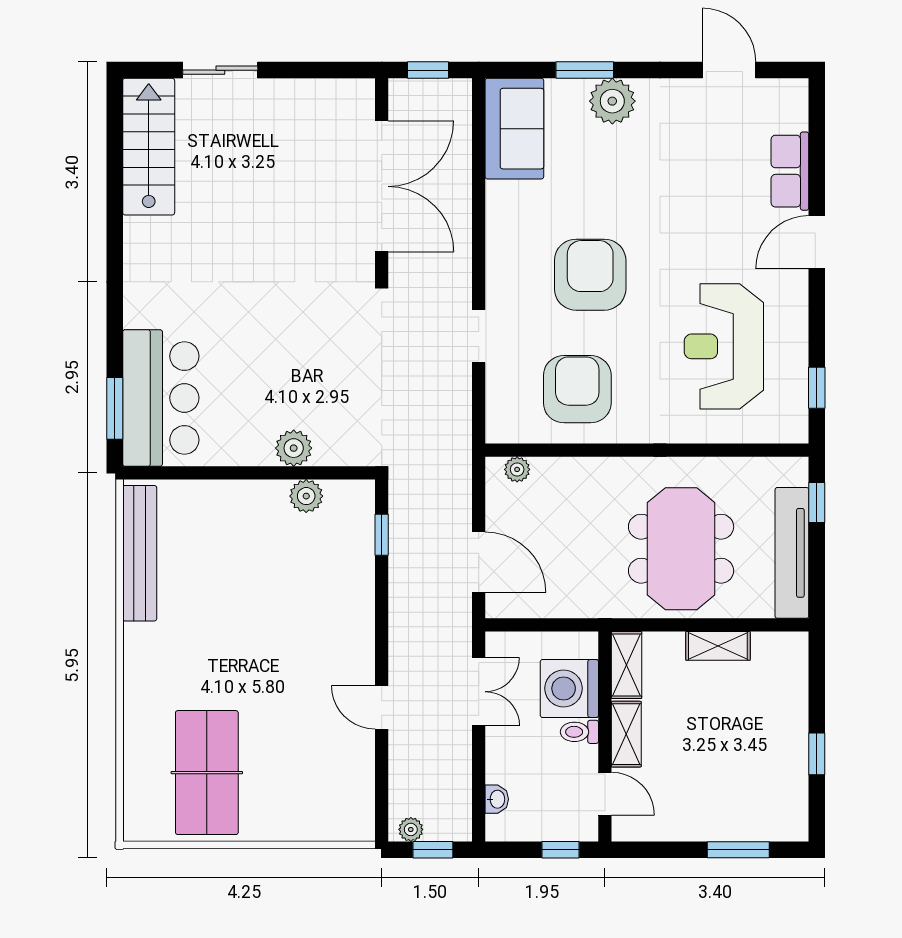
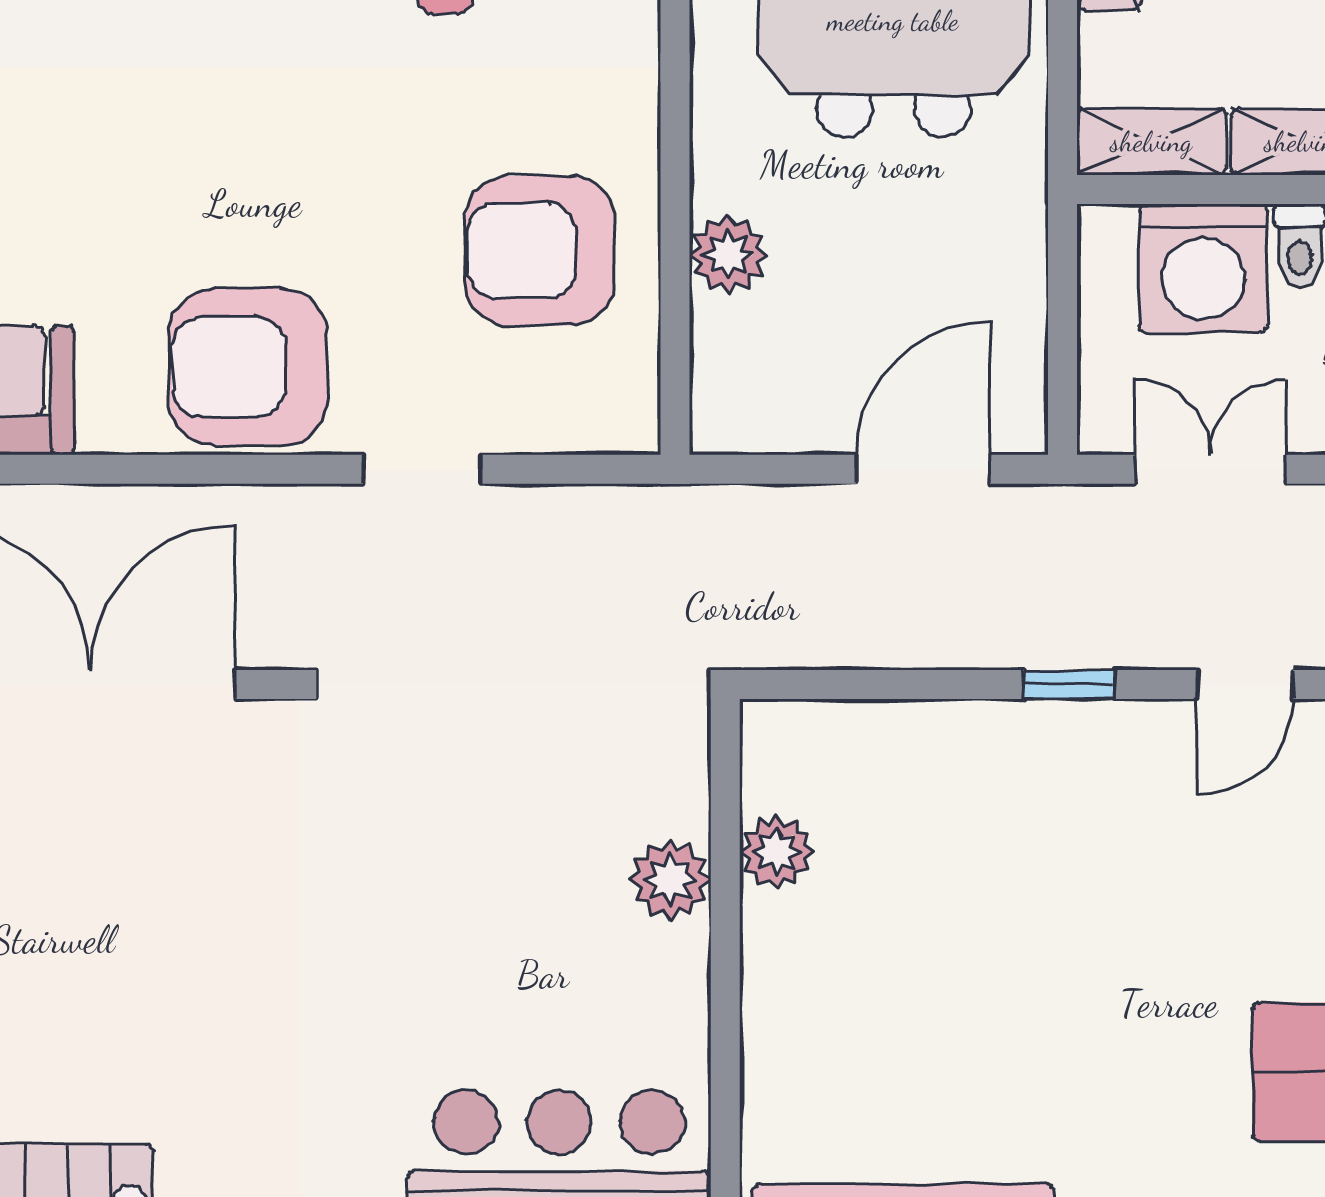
armchair: (590, 275) -> (248, 367), moved
plant: (517, 469) -> (728, 255), moved, width x1.38, depth x1.38
window: (382, 535) -> (1069, 685), moved

